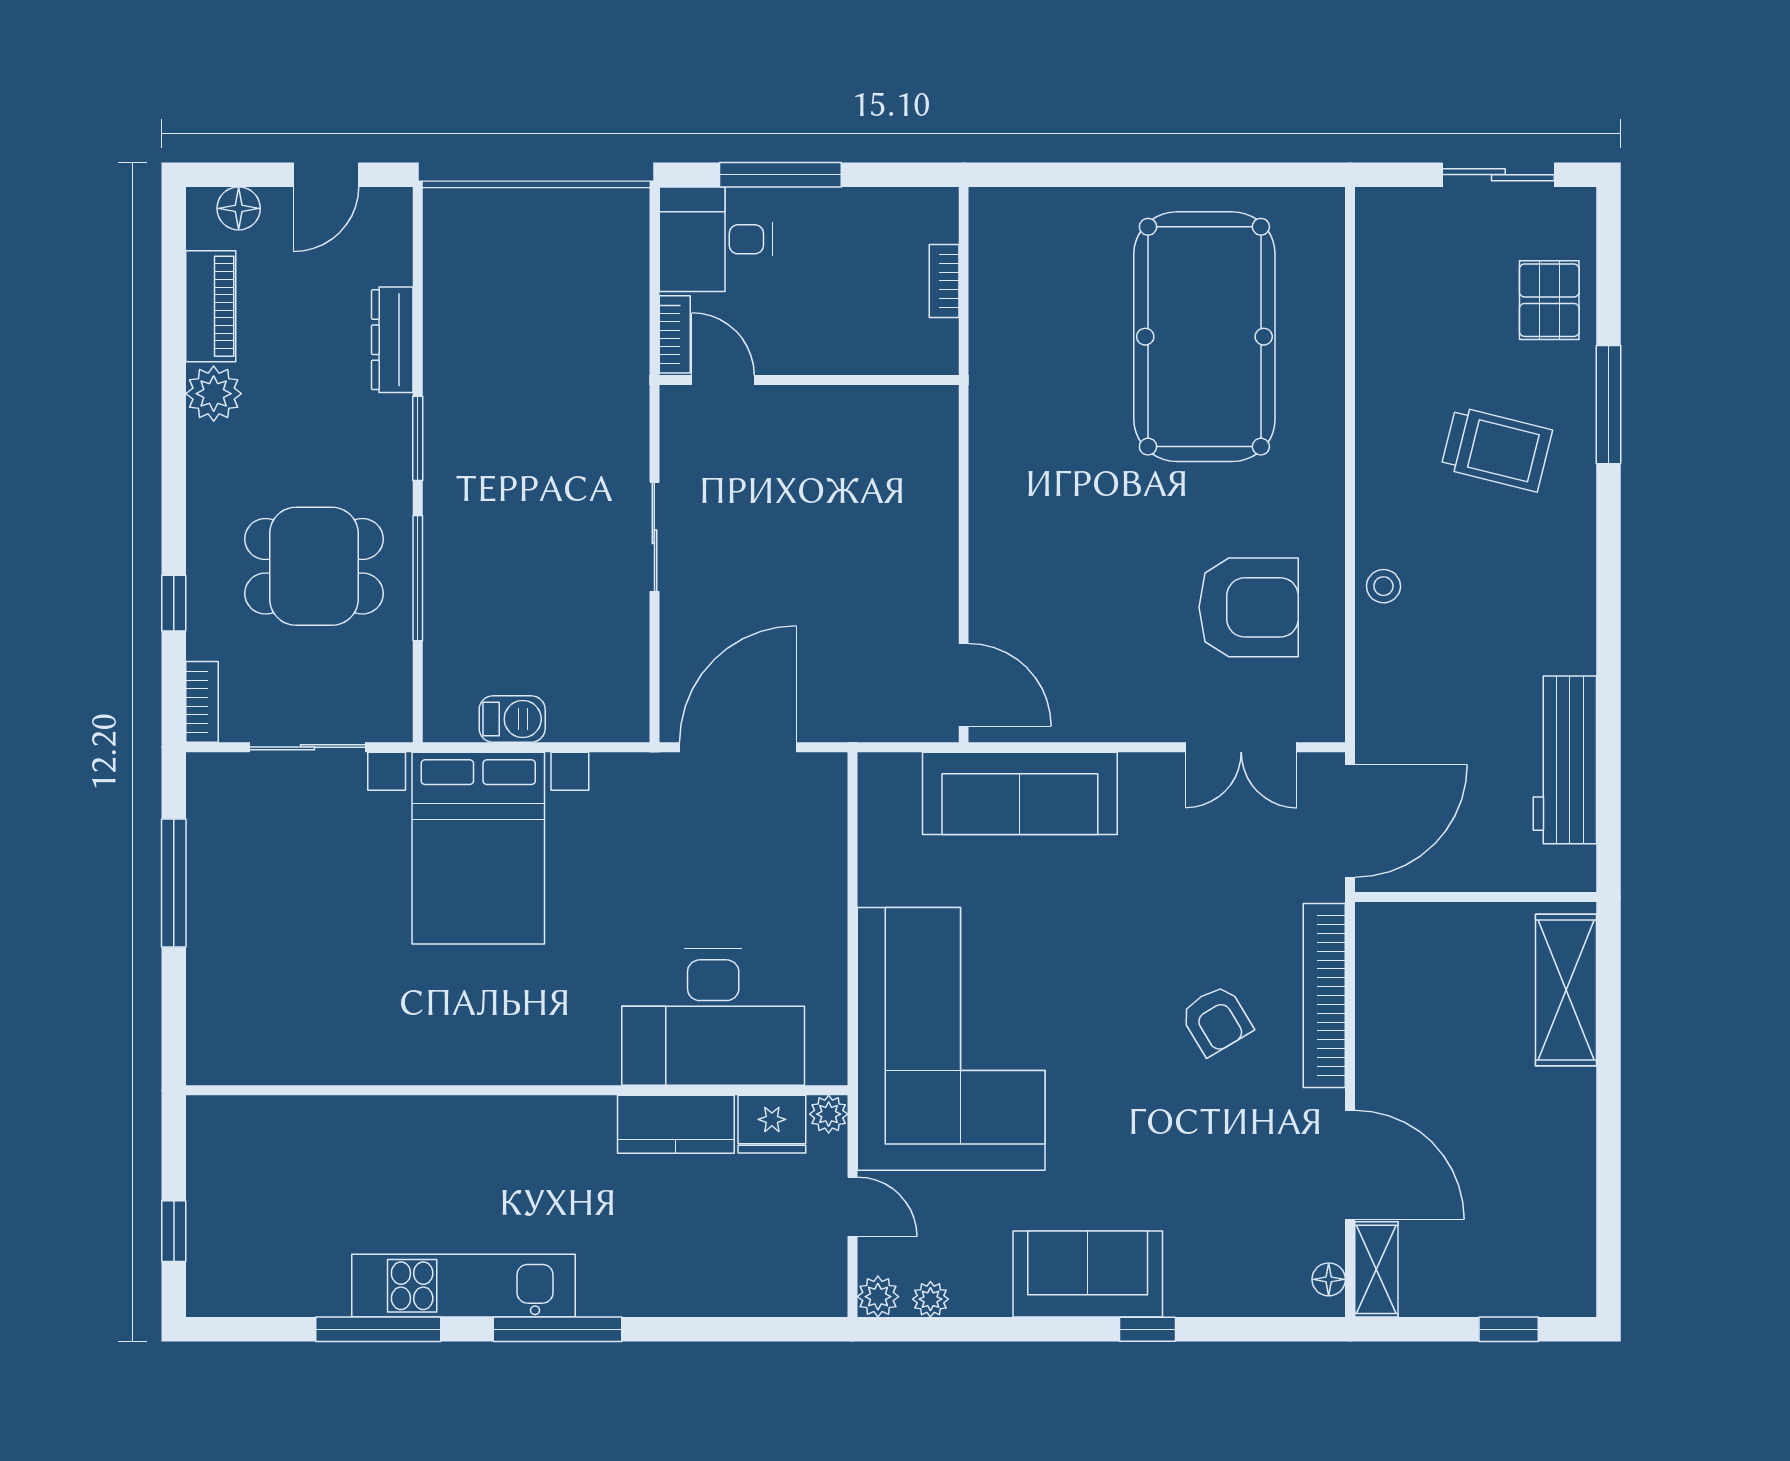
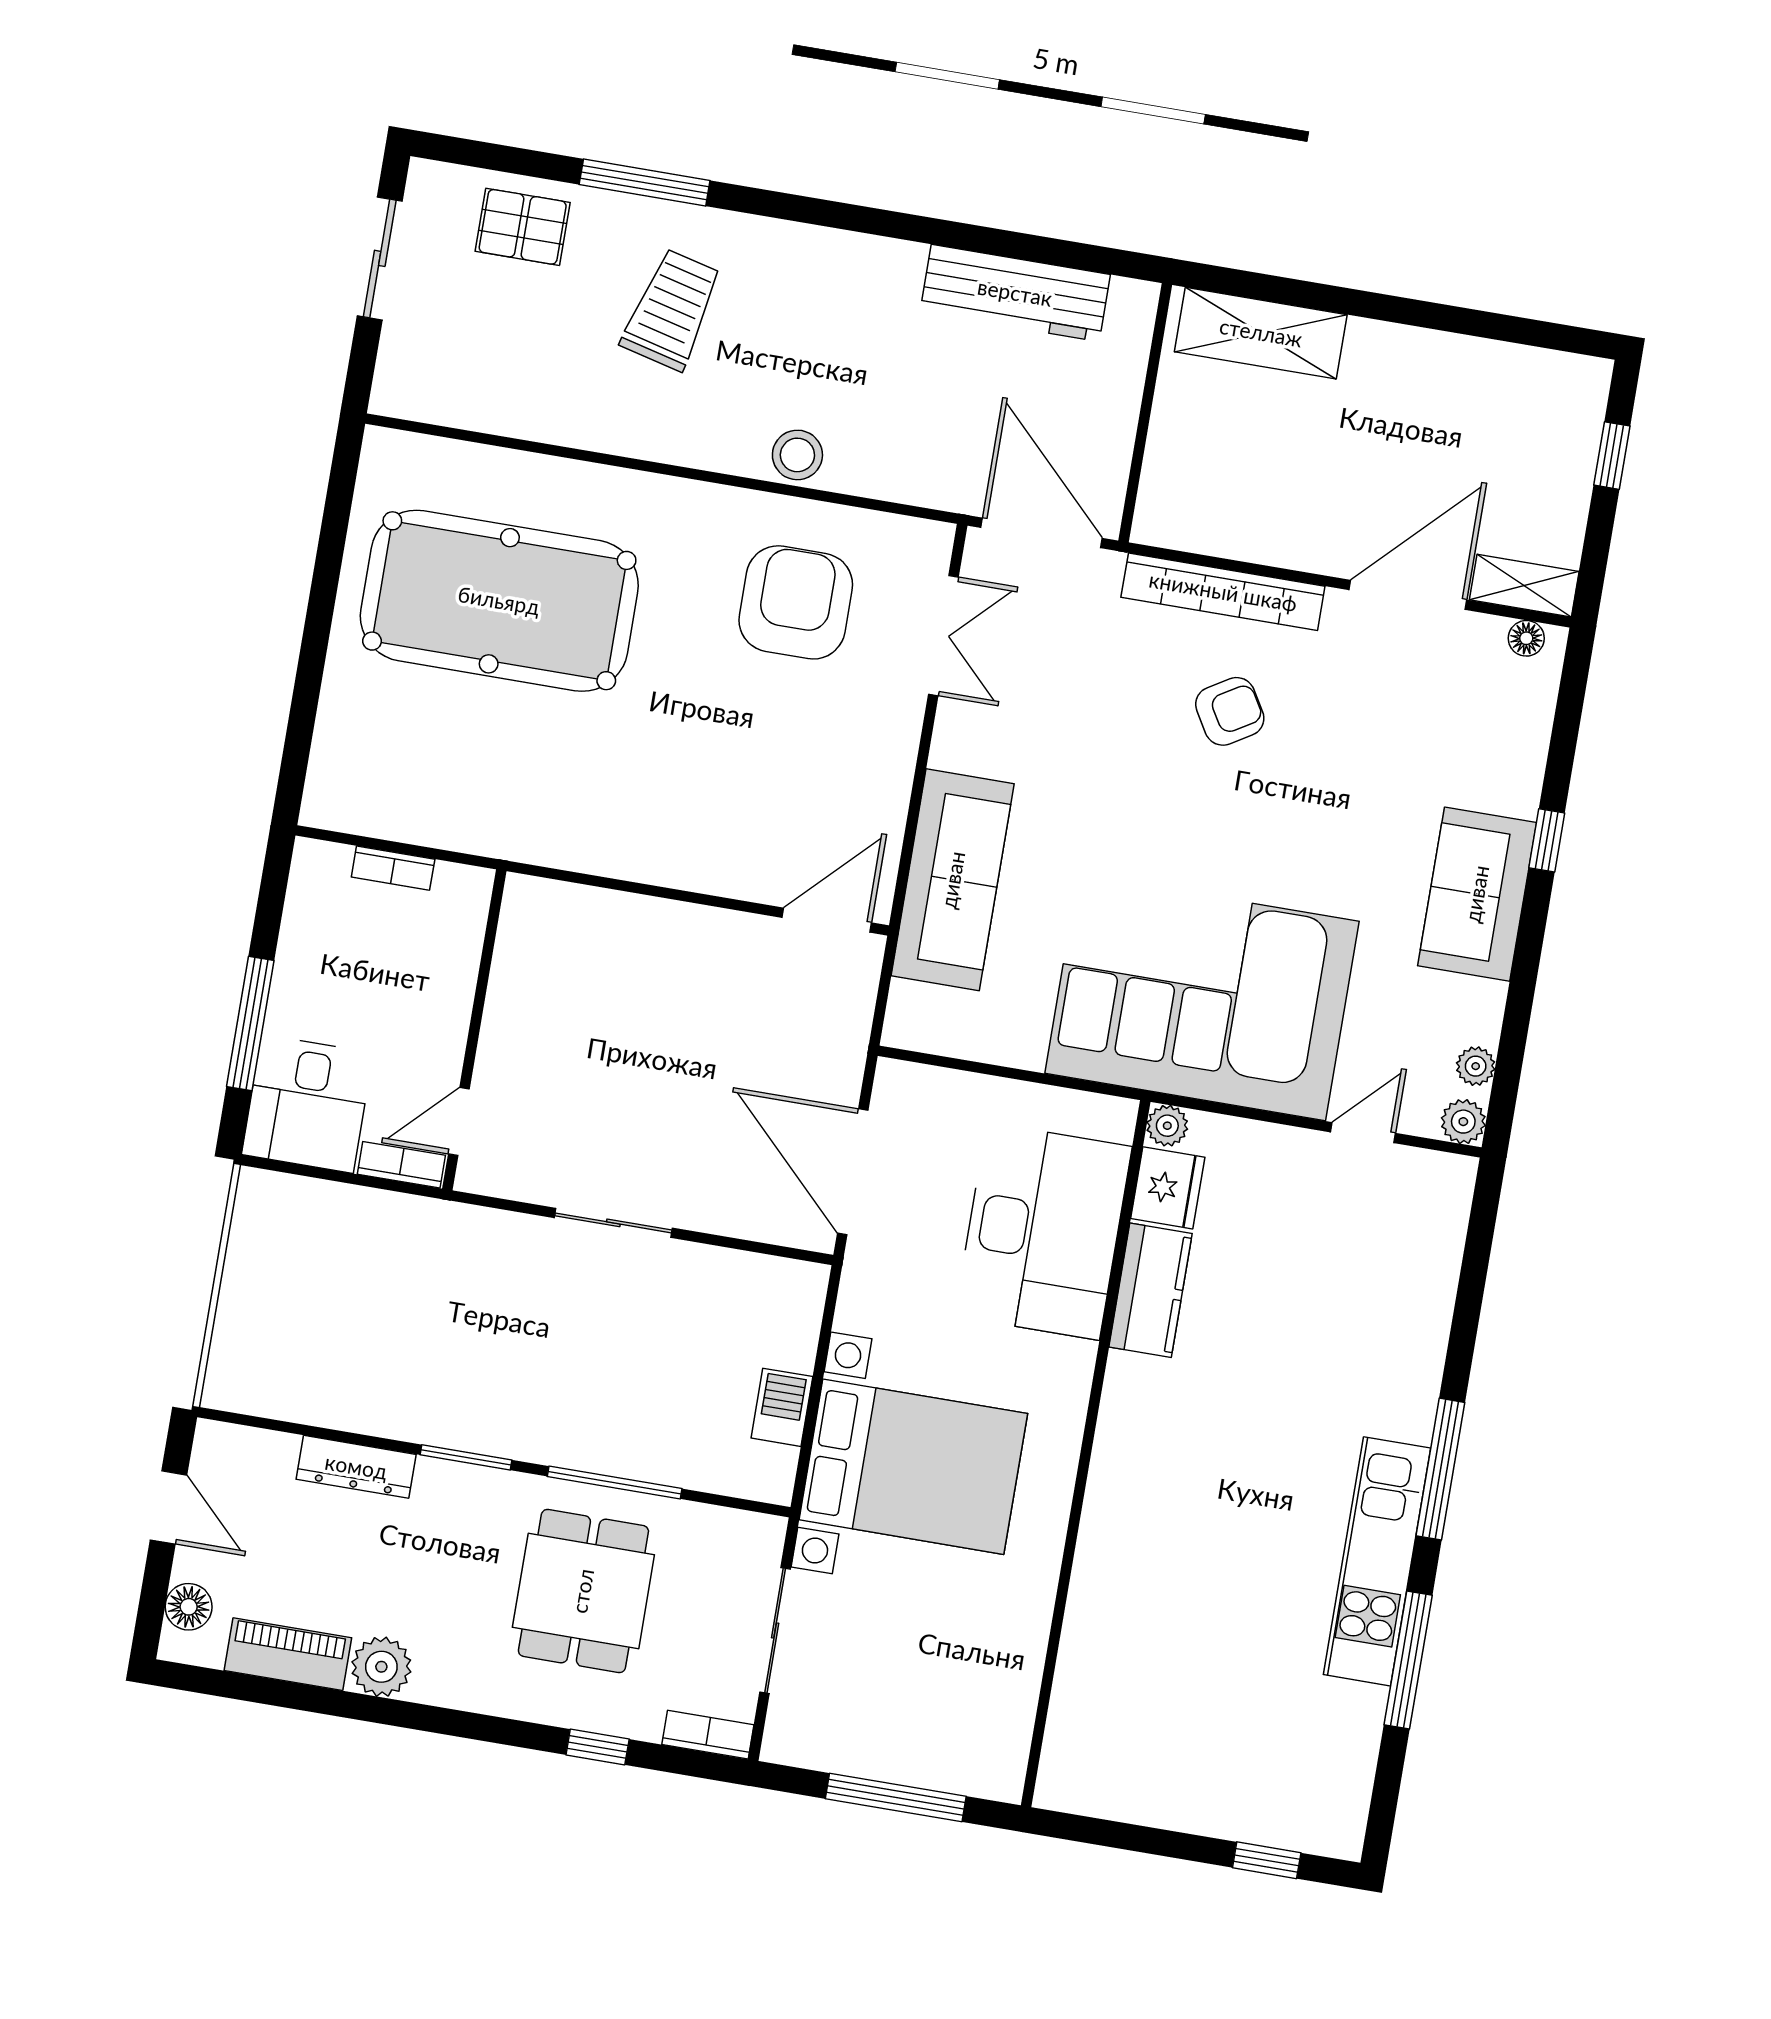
stool: (1383, 586) -> (797, 455), width x1.37, depth x1.37
desk: (713, 1017) -> (1043, 1231), moved
wall: (517, 1090) -> (1086, 1454), moved
plant: (829, 1114) -> (1167, 1126), moved
kitchen counter: (676, 1124) -> (1151, 1290), moved
fridge: (772, 1124) -> (1168, 1188), moved

